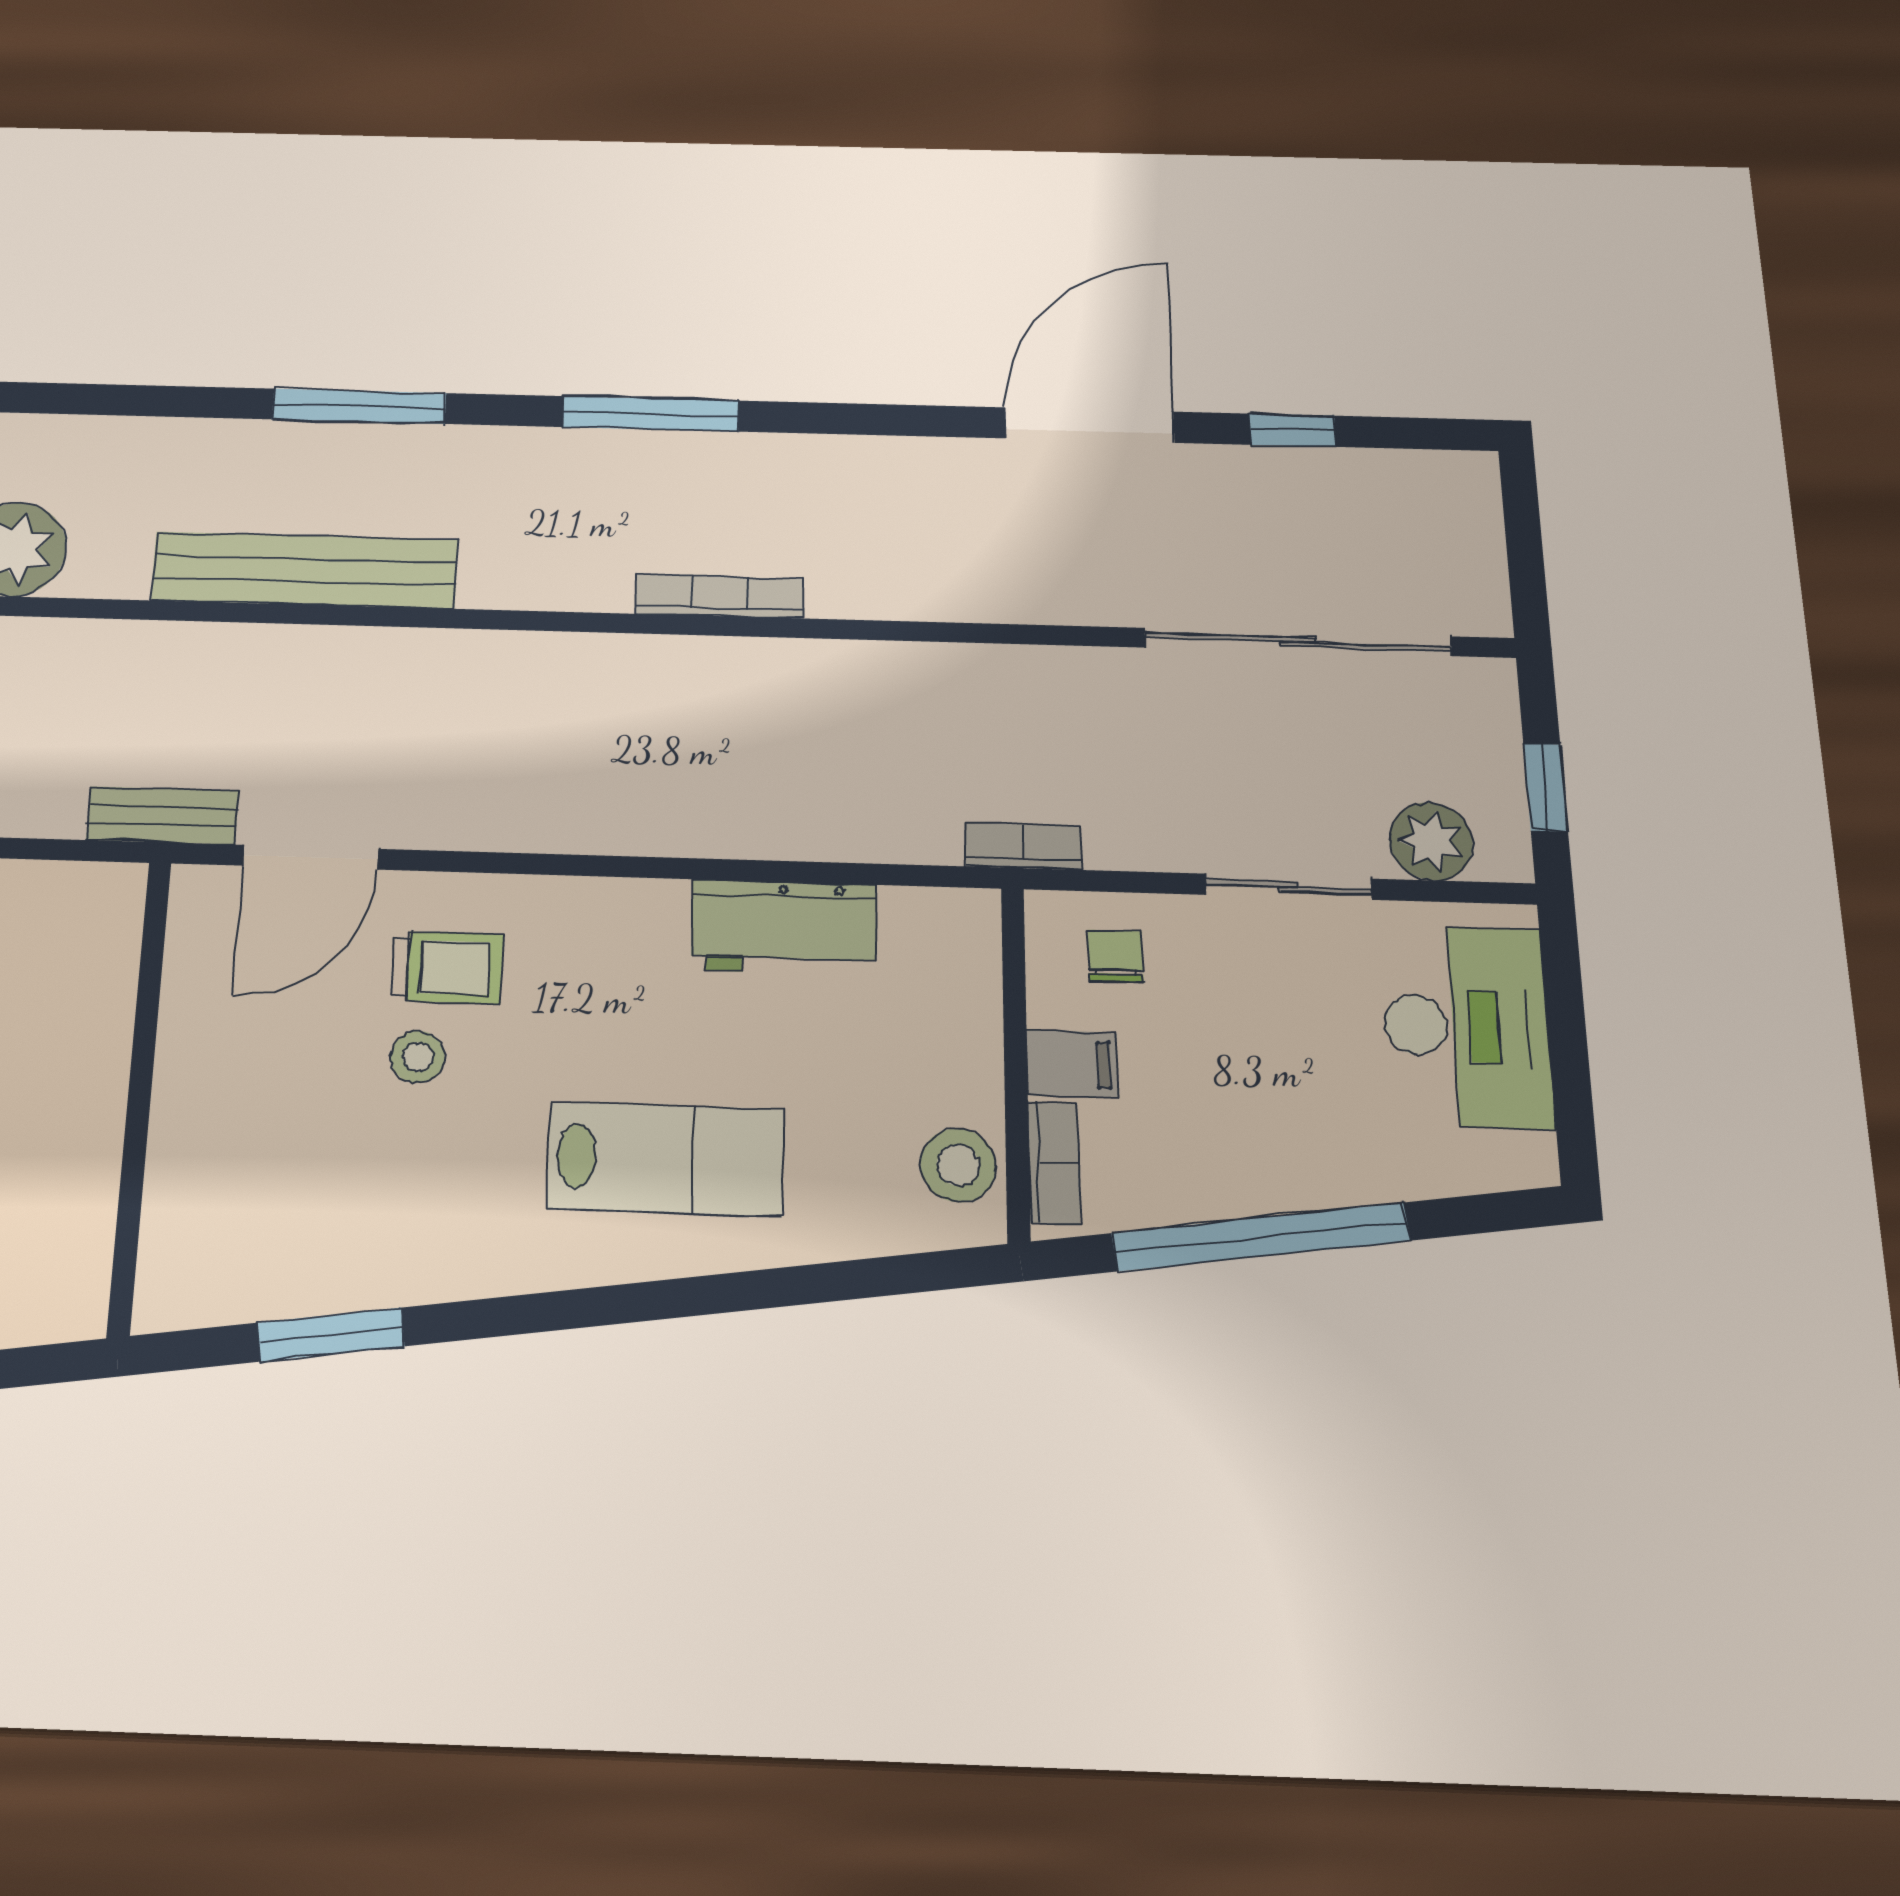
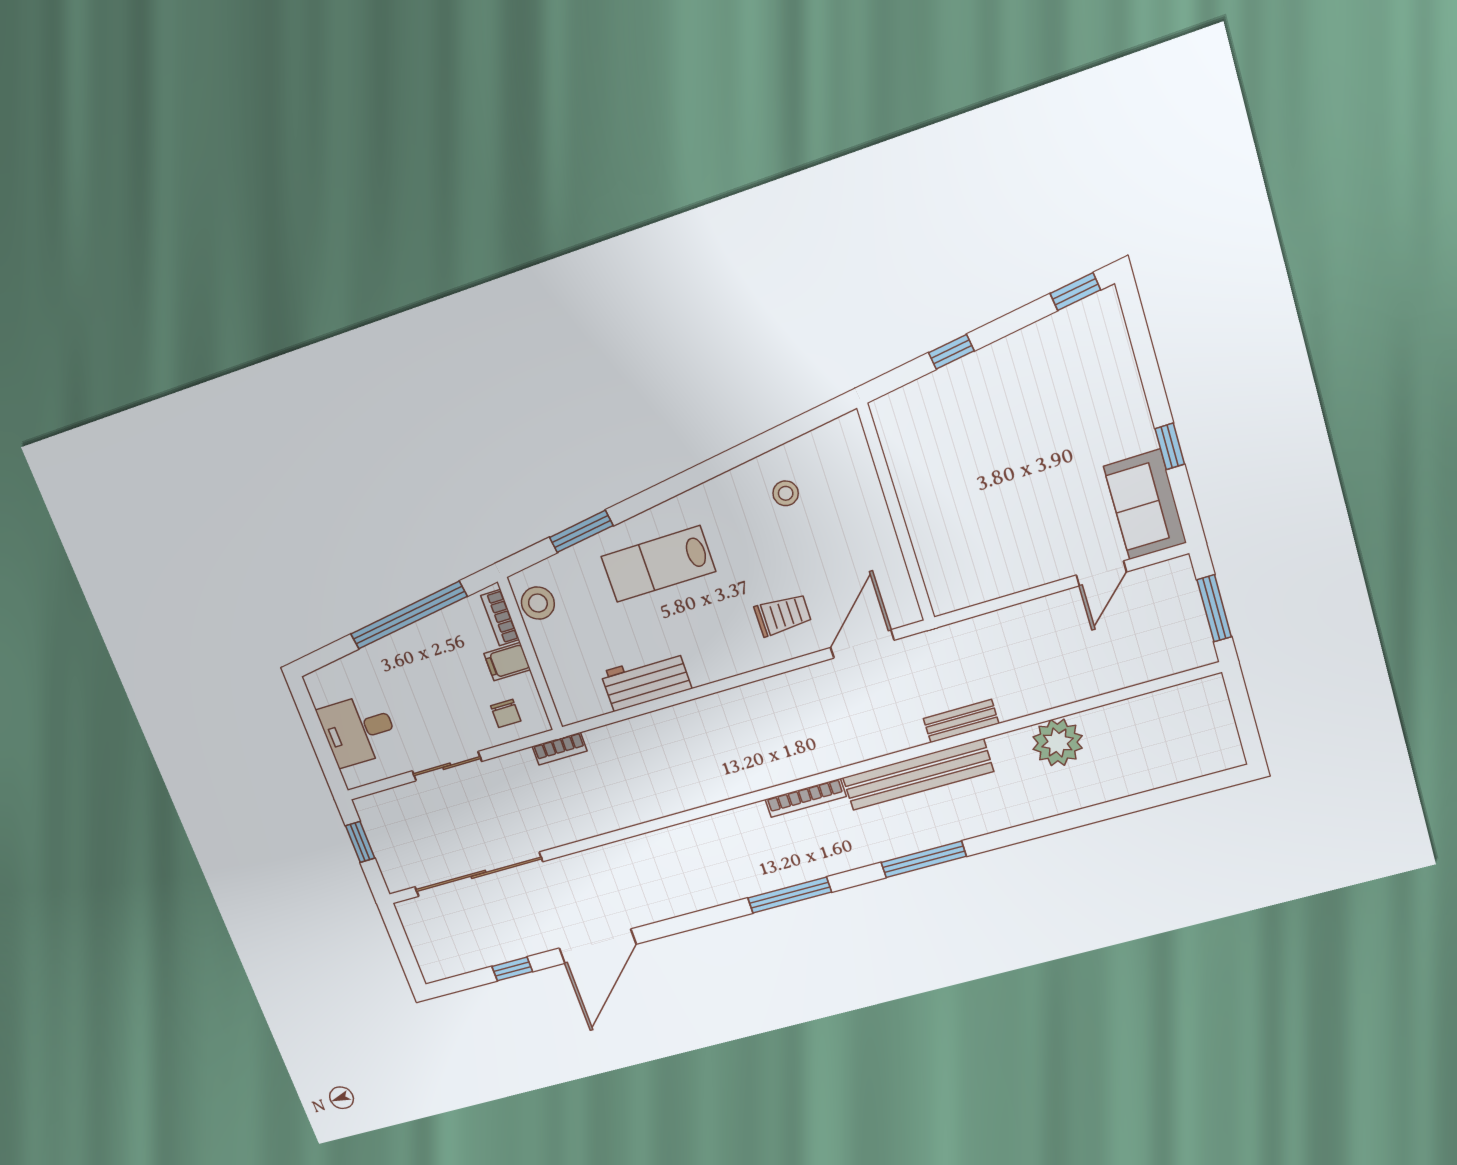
bookcase: (720, 596) -> (806, 798), moved
bench: (163, 815) -> (961, 721), moved
plant: (1431, 841) -> (397, 804), removed
trolley: (447, 967) -> (783, 615), turned 180
desk: (1466, 1026) -> (358, 730), width x0.73
stool: (418, 1057) -> (786, 493), moved
window: (331, 1335) -> (581, 531), moved

